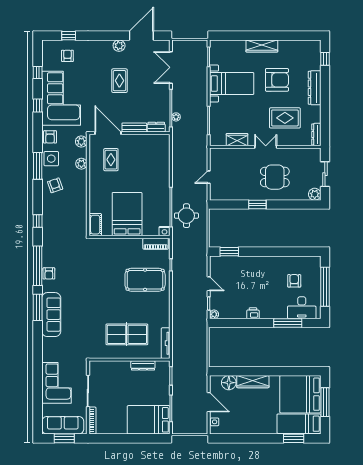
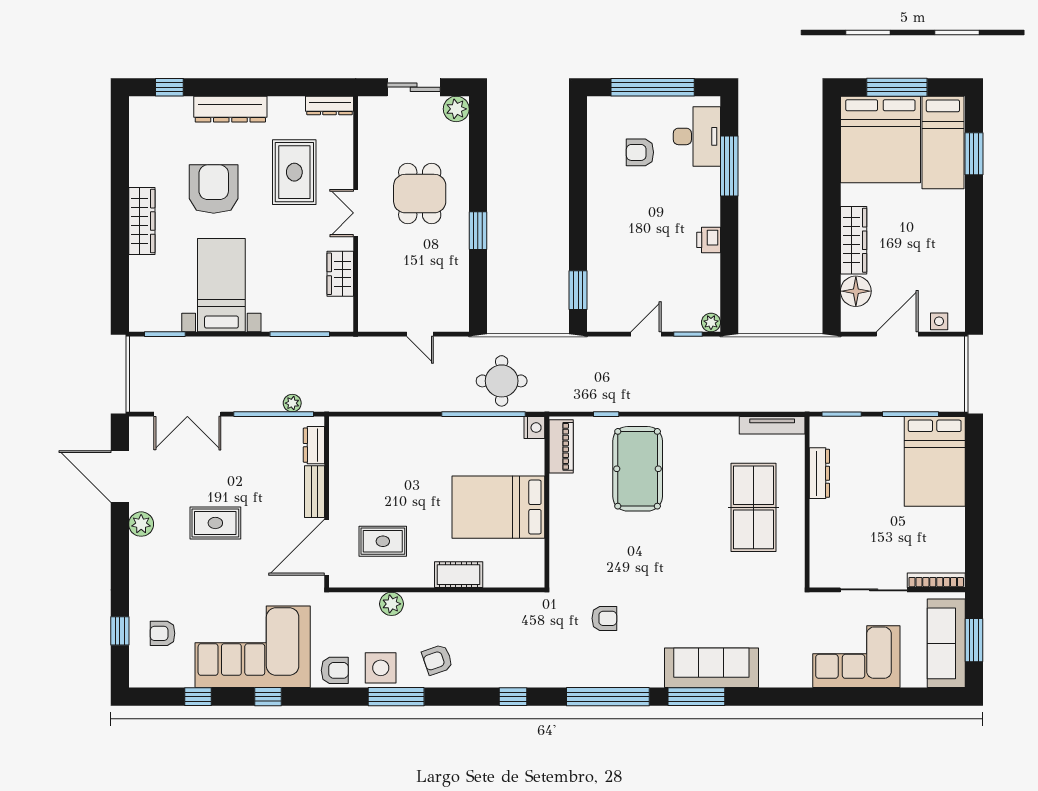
plant: (81, 142) -> (344, 604), removed
cot: (95, 225) -> (459, 575), moved
armchair: (49, 273) -> (604, 618), moved

